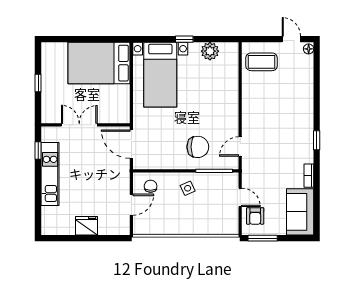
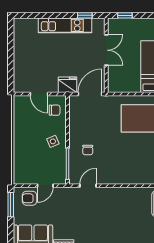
window: (38, 83) -> (125, 15), moved
chair: (198, 147) -> (88, 150), width x0.54, depth x0.54
door: (240, 147) -> (88, 186), hinge flipped
fridge: (86, 226) -> (68, 85), moved, turned -90

